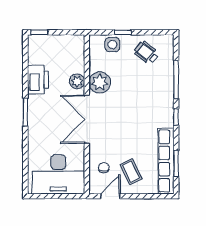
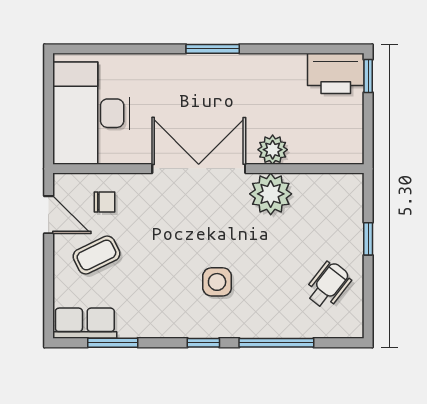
side table: (112, 45) -> (217, 282), moved
printer: (38, 80) -> (336, 73), moved
row of seats: (166, 161) -> (85, 323), width x0.50

